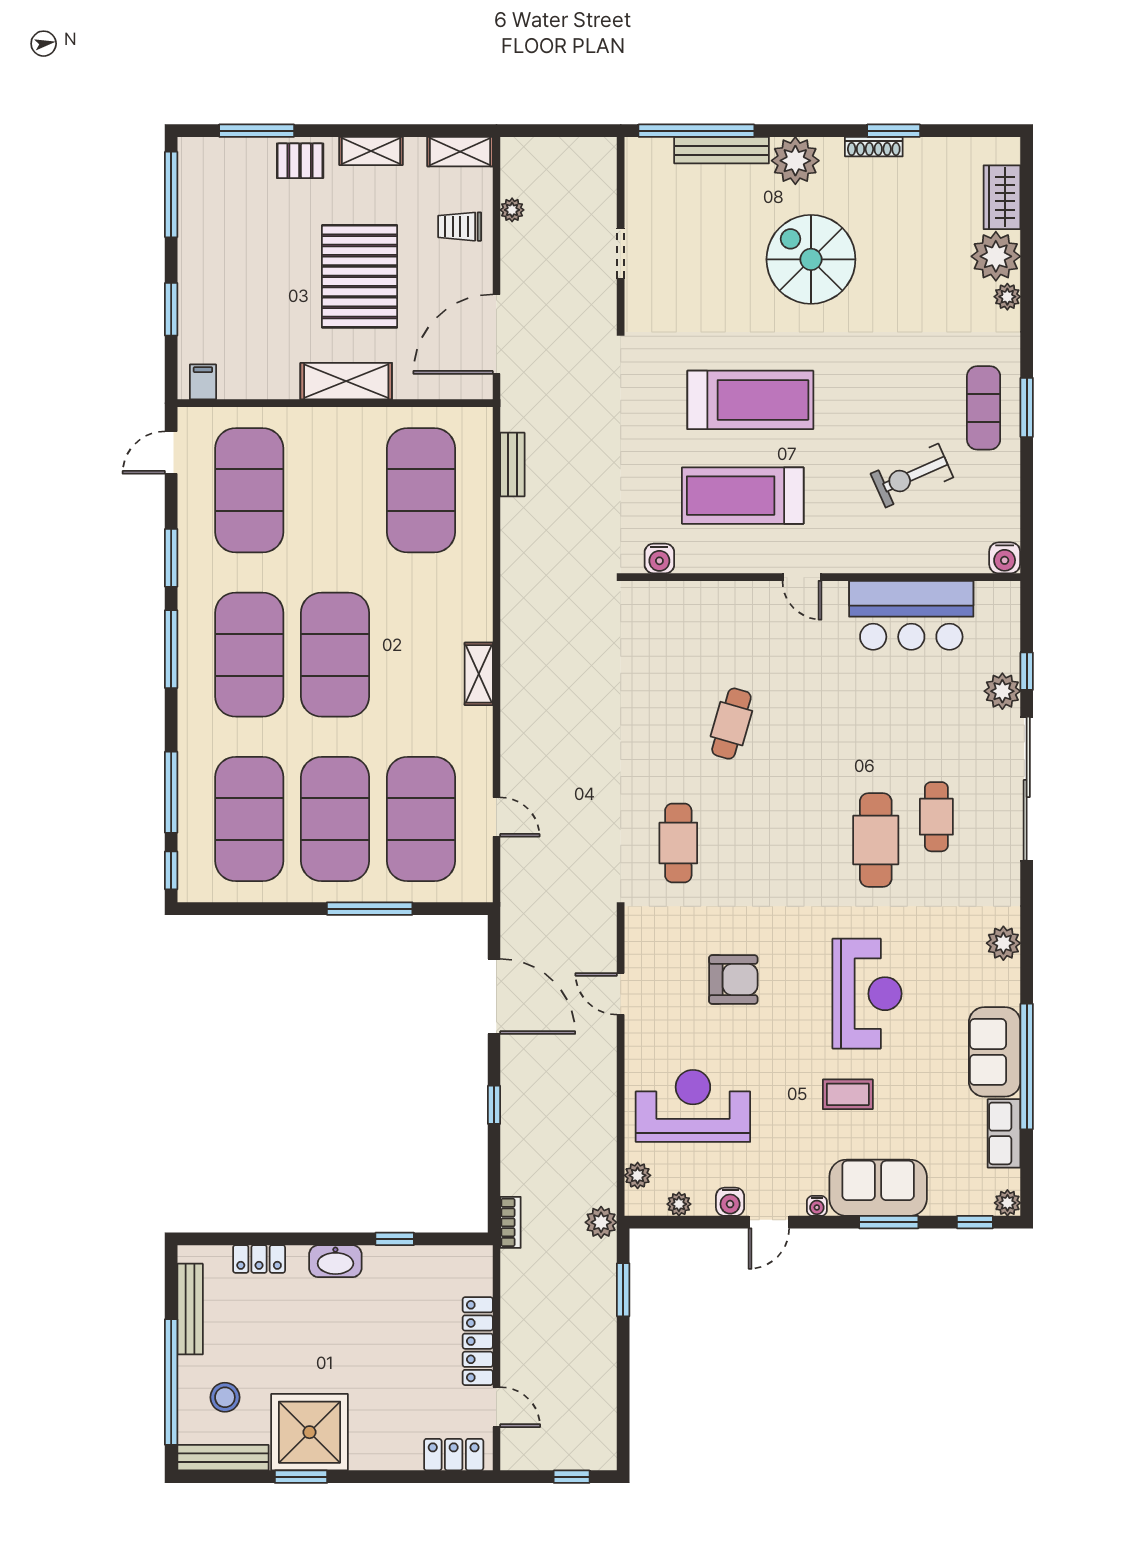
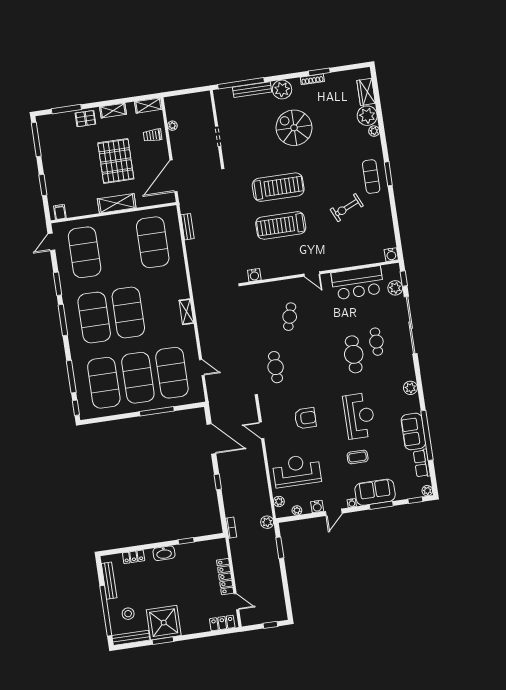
water cooler: (659, 558) -> (254, 275), moved
water cooler: (1005, 558) -> (391, 255), moved
door: (802, 577) -> (312, 274), moved
wall: (822, 577) -> (320, 273), moved
bar counter: (911, 615) -> (358, 283), moved

